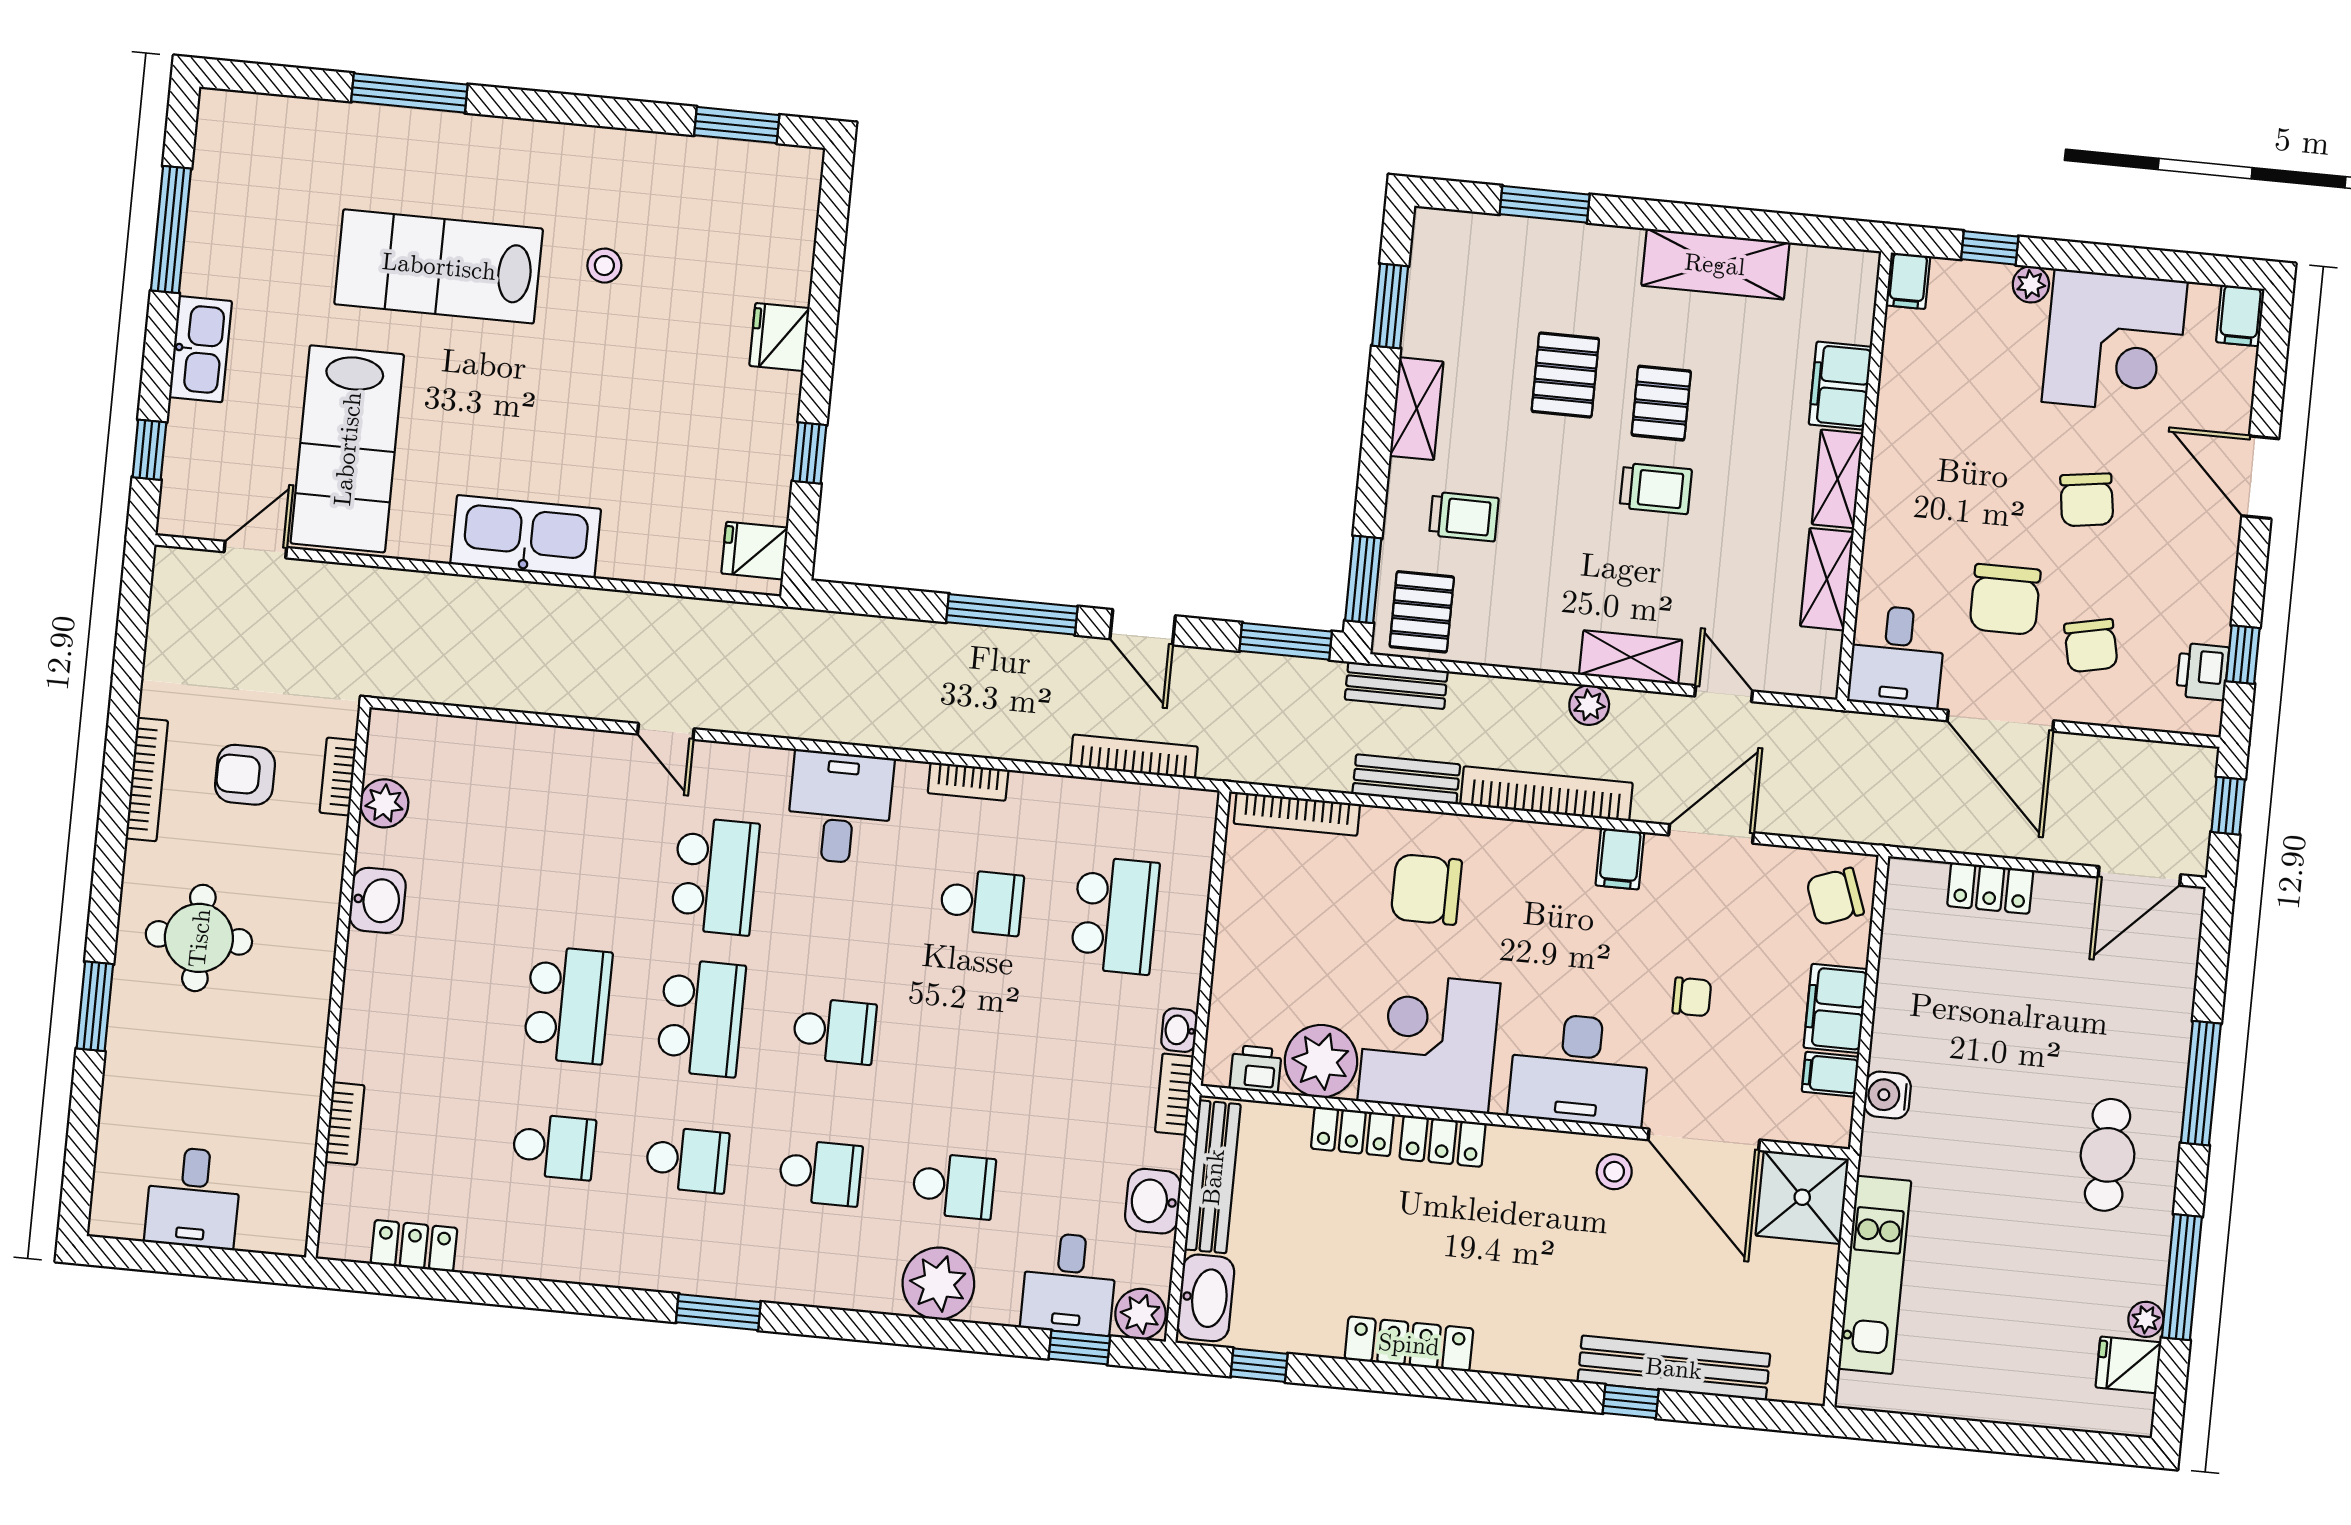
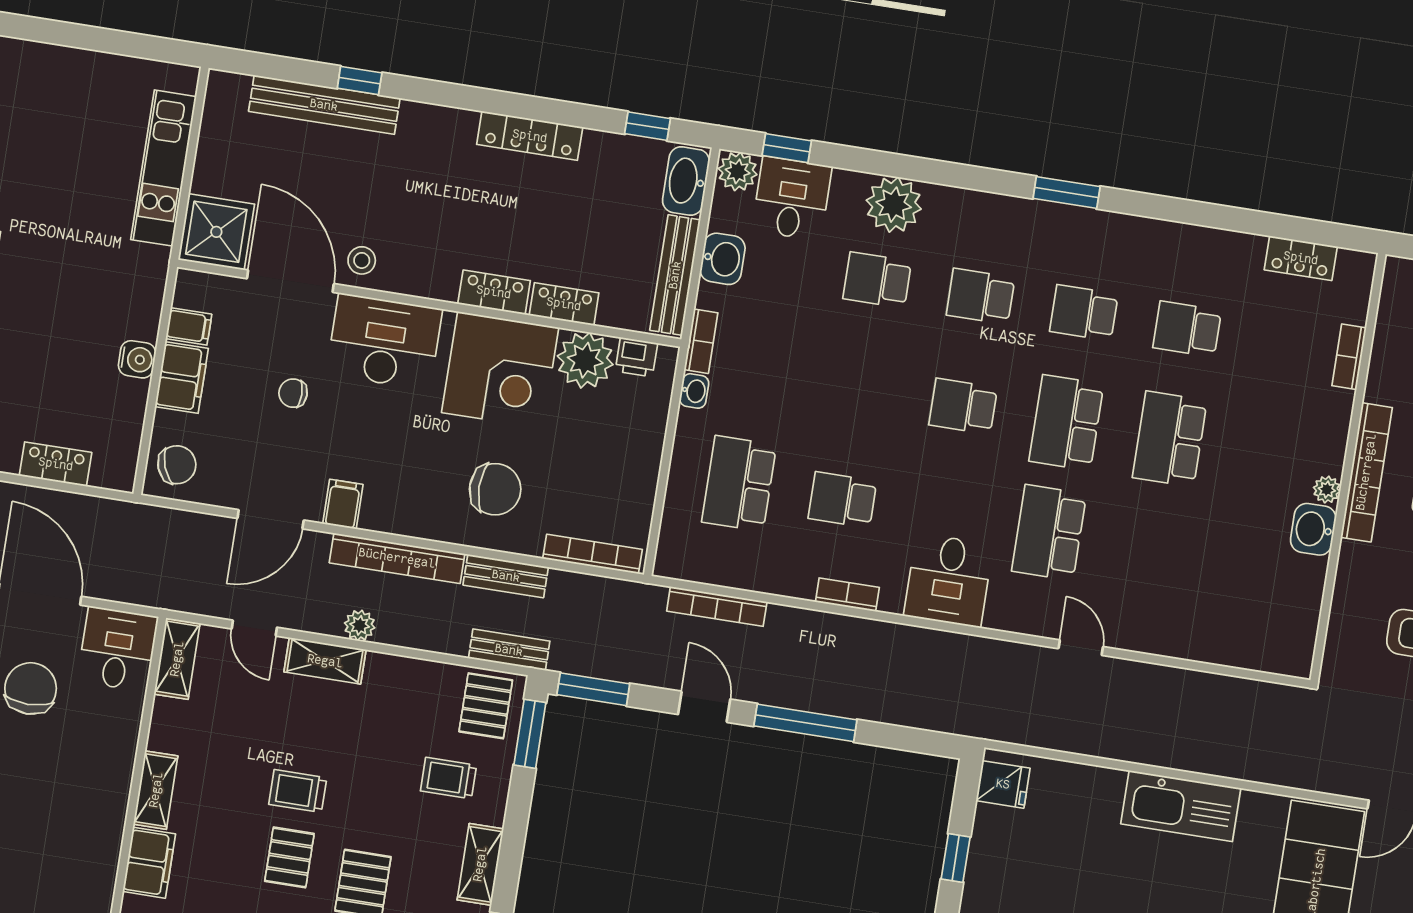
shelving: (1827, 579) -> (177, 659), moved
bookcase: (338, 776) -> (1366, 472), moved, width x2.31, depth x1.31
plant: (384, 803) -> (1327, 490), moved, width x0.73, depth x0.73
water cooler: (1887, 1095) -> (137, 359), moved

